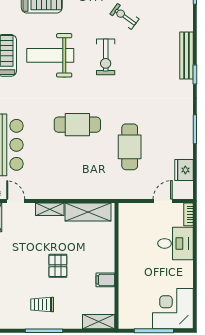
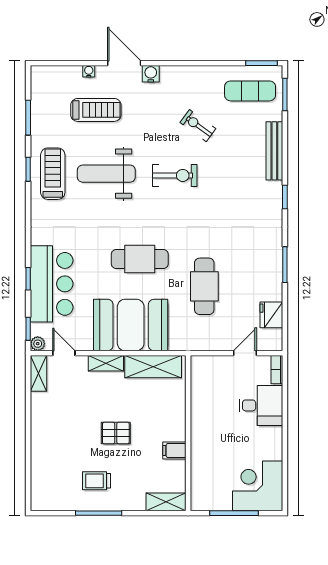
bench: (186, 55) -> (274, 151), moved
exercise bike: (106, 57) -> (175, 175), turned -90
booth: (70, 178) -> (131, 325), added
pallet: (58, 266) -> (116, 433), turned 90

